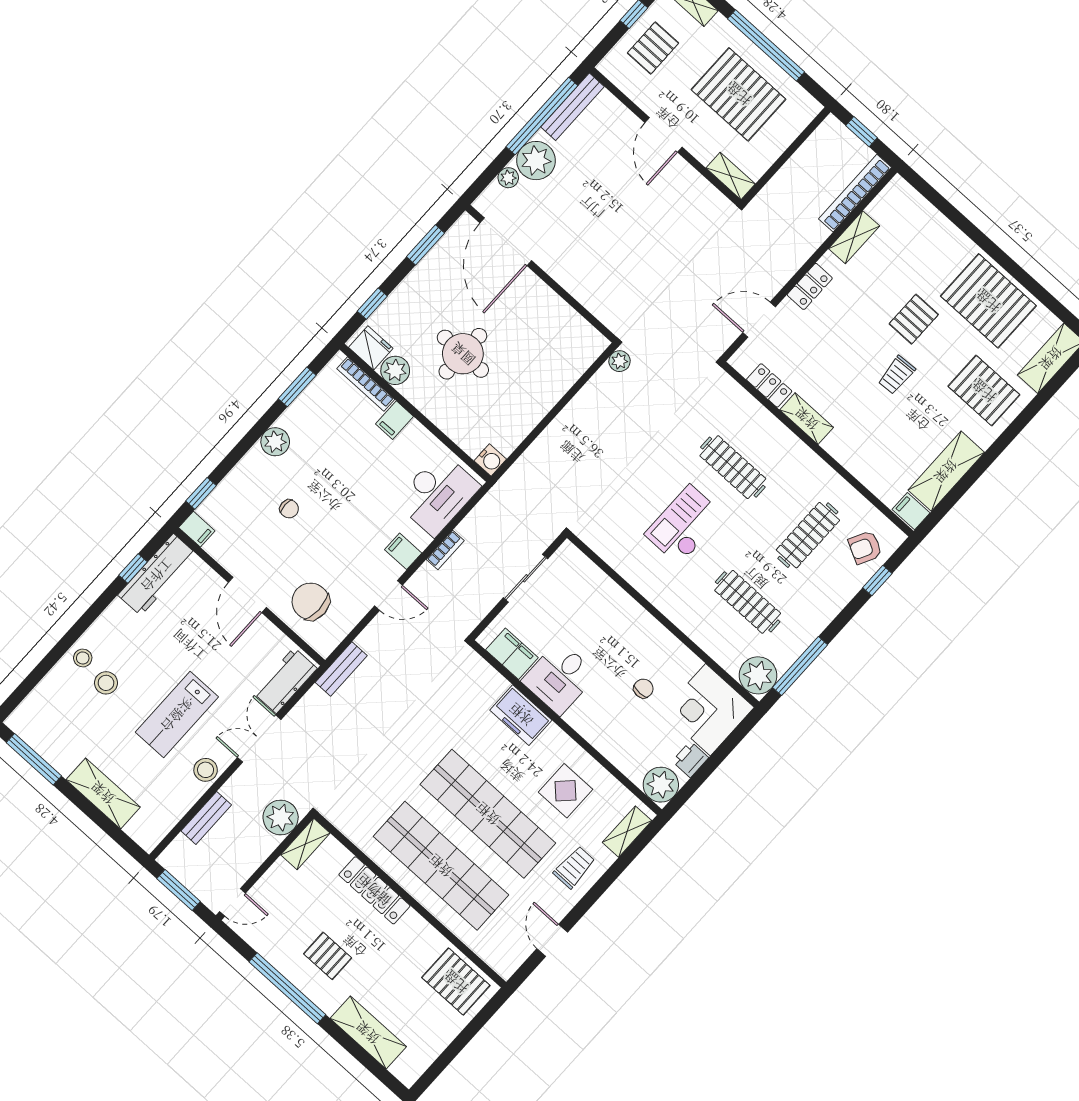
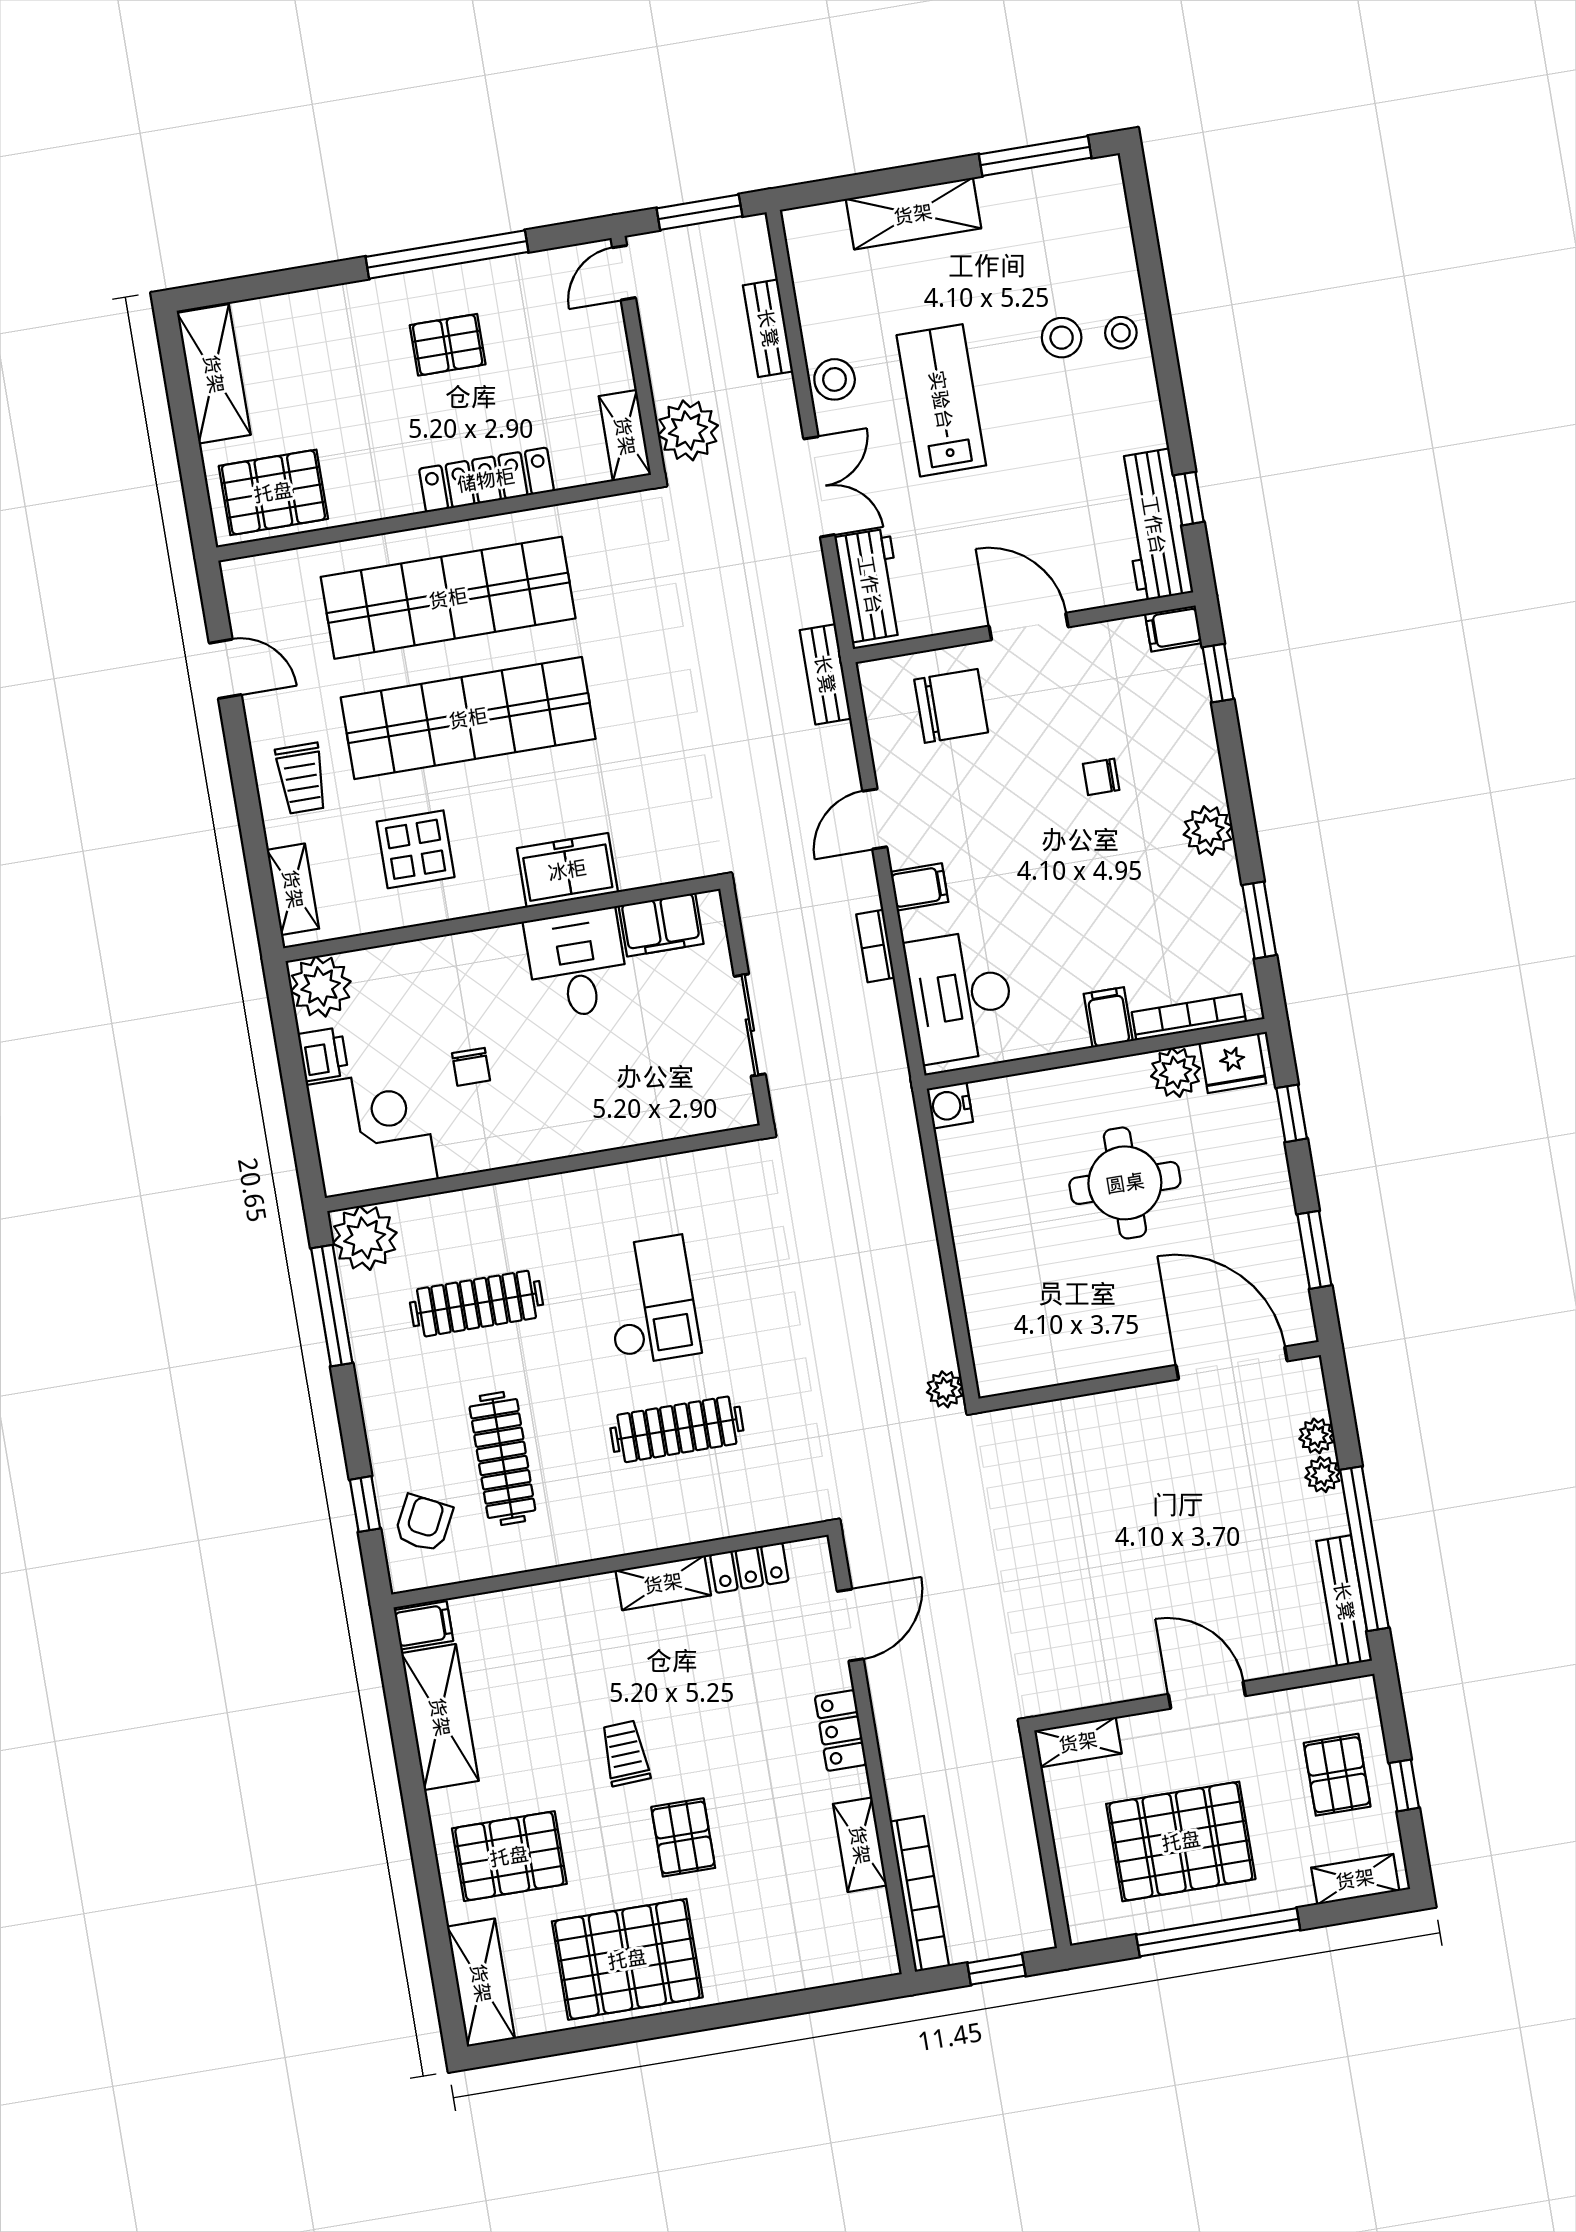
plant: (536, 161) -> (1323, 1474), width x0.53, depth x0.53
shelving: (368, 1033) -> (214, 374), moved, turned 90

